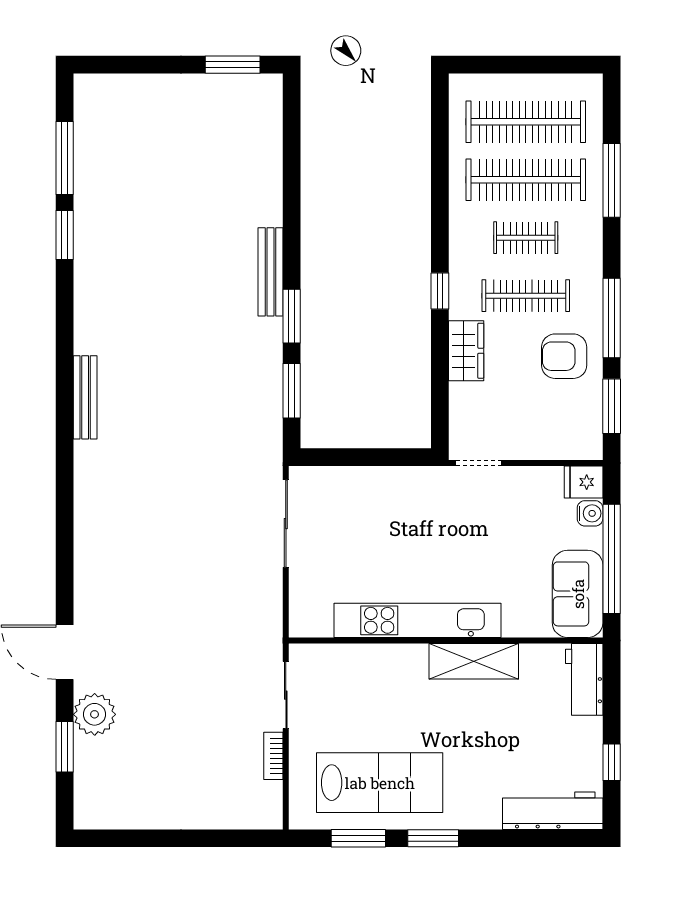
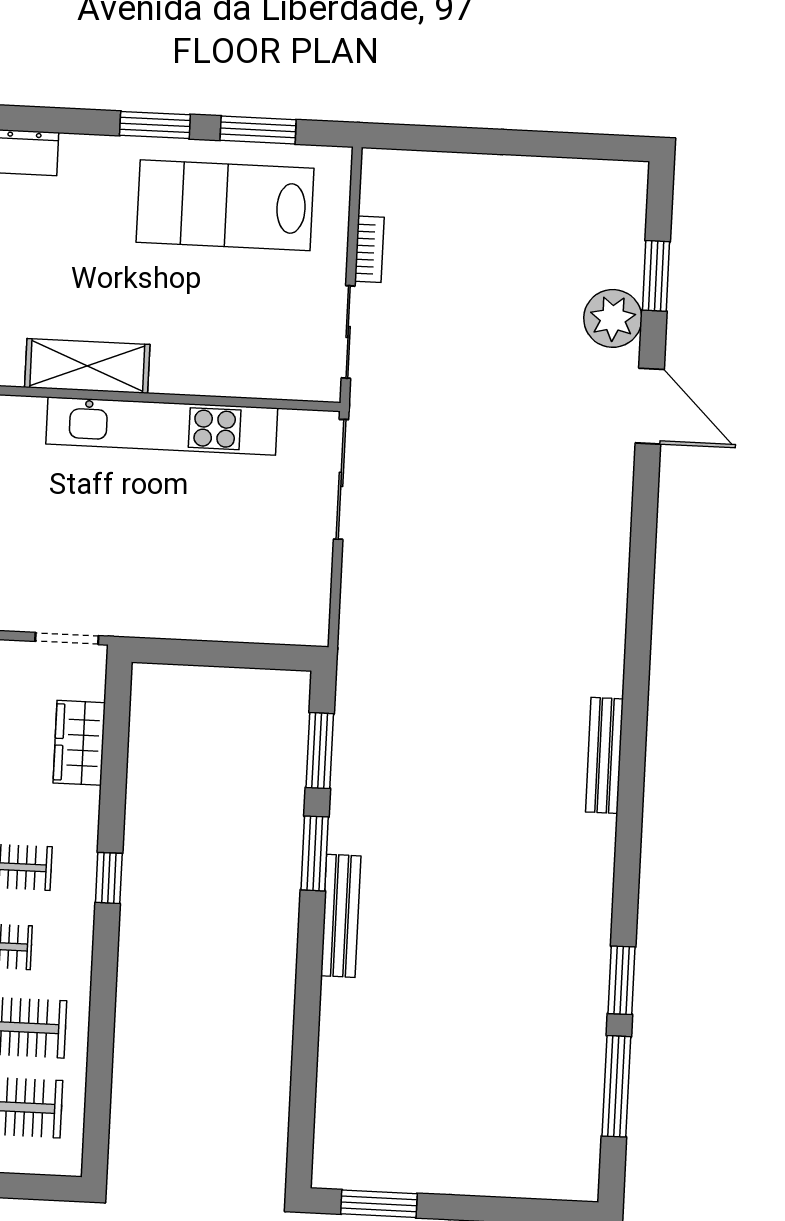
wardrobe: (466, 351) -> (79, 743), moved
sliding door: (286, 524) -> (341, 479), moved

